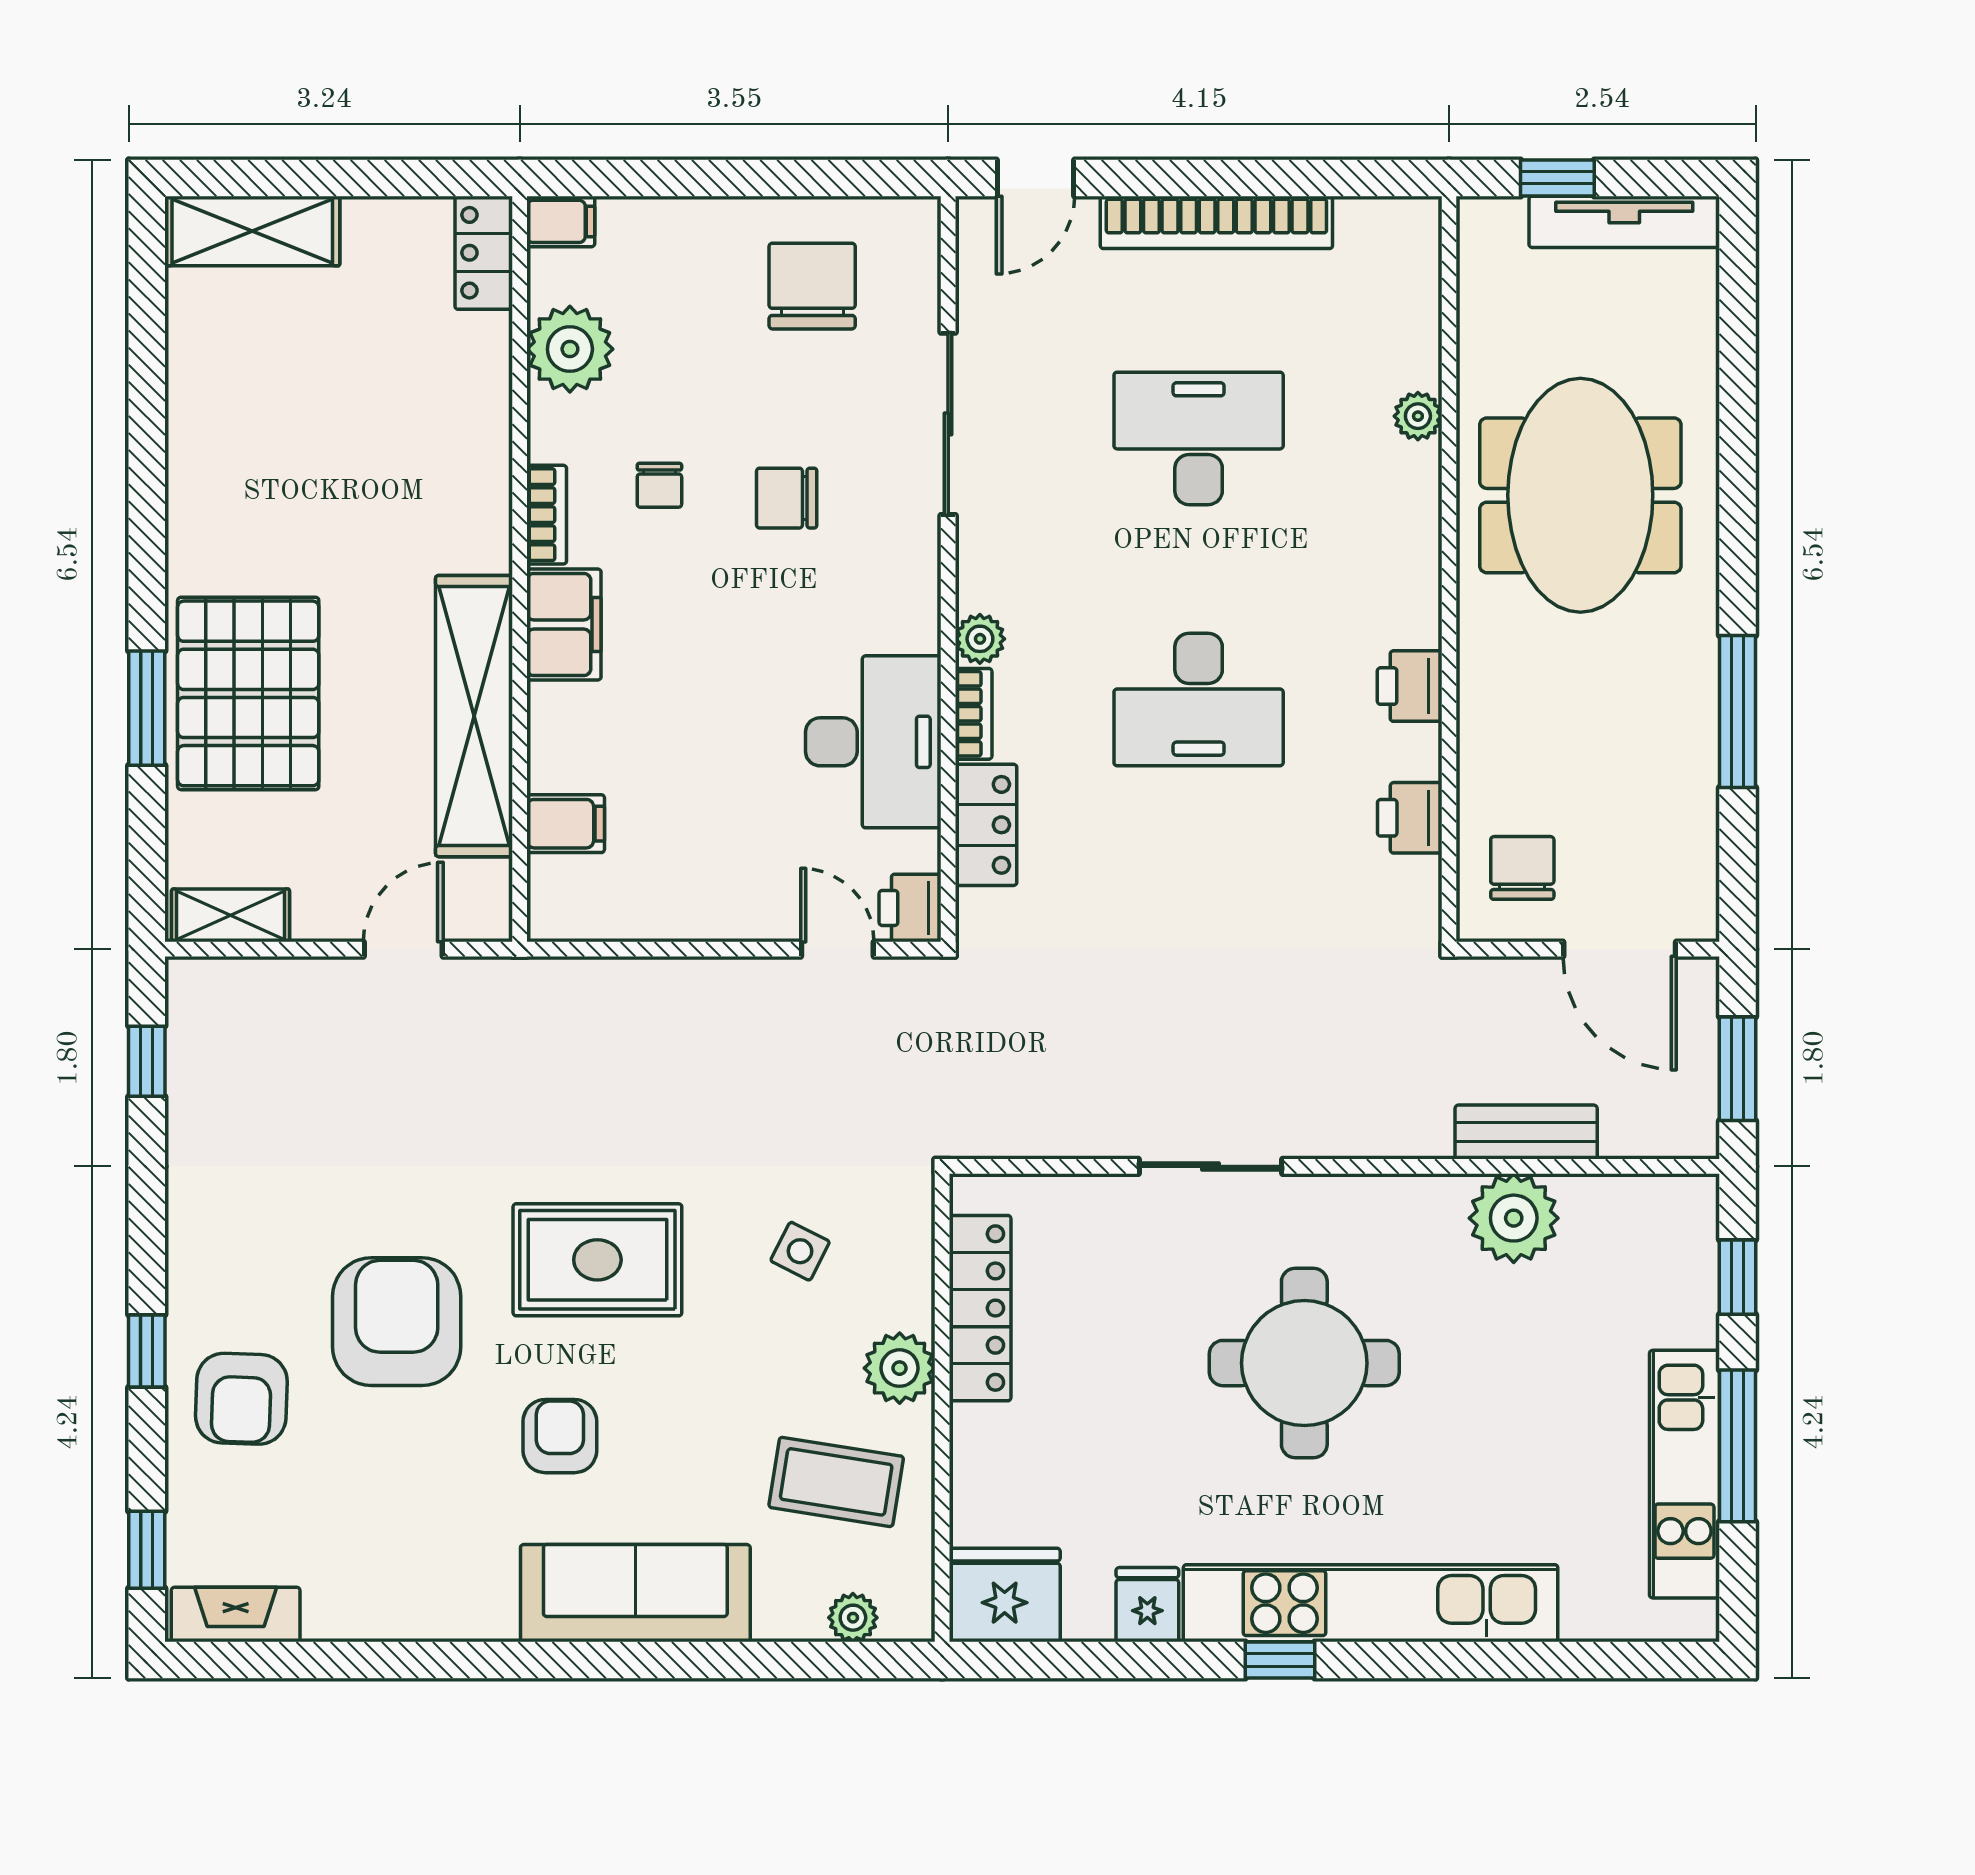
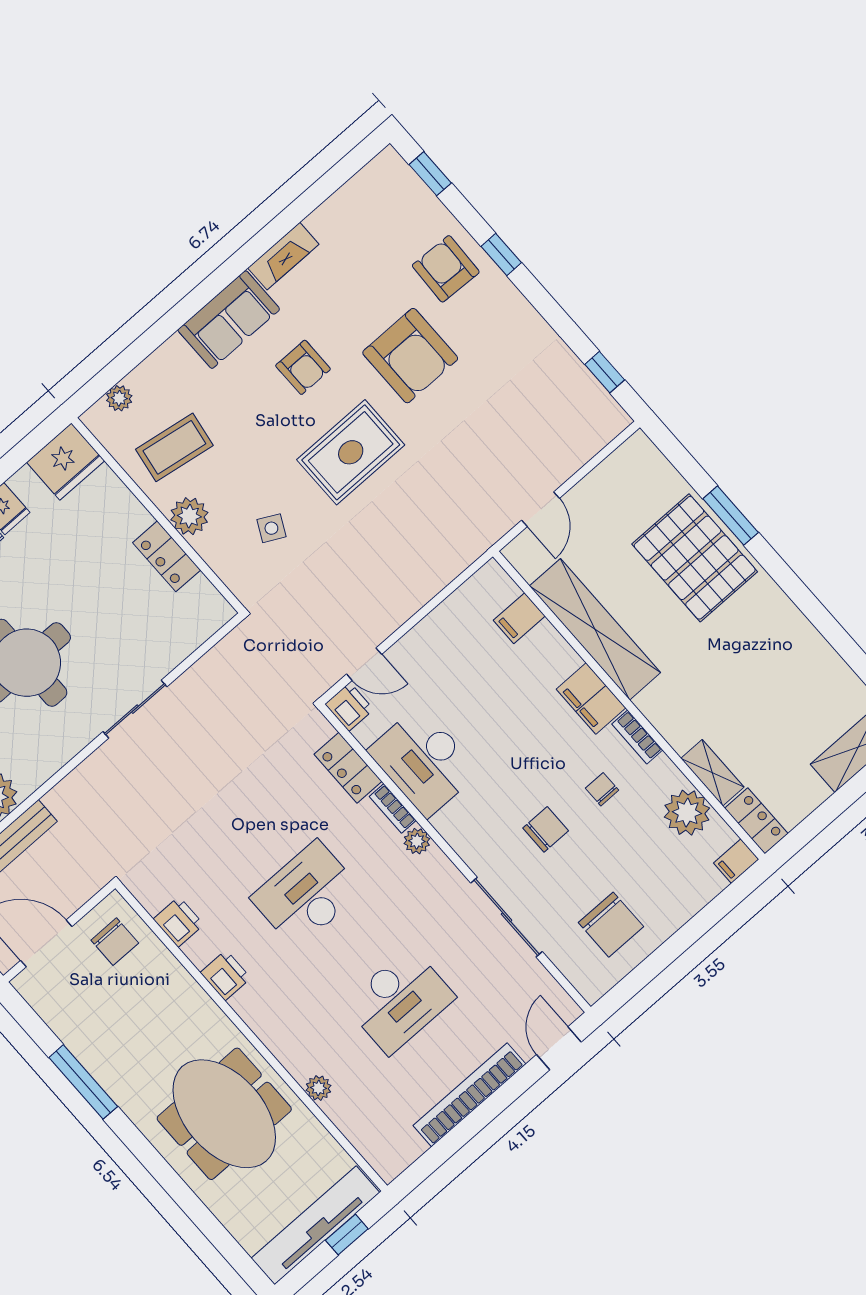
tv unit: (1624, 222) -> (315, 1225), width x1.36, depth x1.29
shelving: (231, 915) -> (712, 773), moved, turned 90
locker: (980, 1308) -> (167, 556), width x0.66
sofa: (635, 1593) -> (229, 320), width x0.73
fireplace: (236, 1615) -> (283, 256), moved

